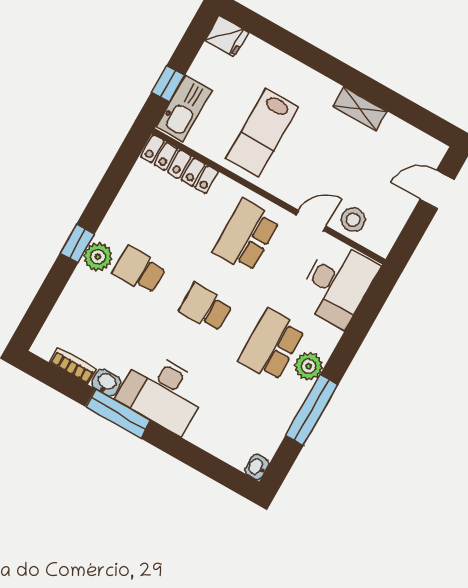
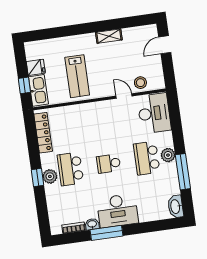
fridge: (227, 36) -> (36, 67), moved
locker: (179, 164) -> (43, 133), moved, turned -90
door: (311, 221) -> (124, 96), hinge flipped
school desk: (246, 236) -> (103, 122), removed
school desk: (139, 270) -> (70, 169), width x1.85
washbasin: (257, 467) -> (176, 207), width x1.91, depth x1.45

